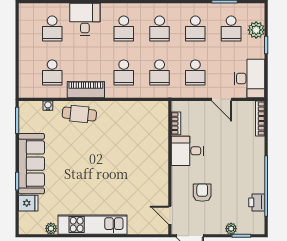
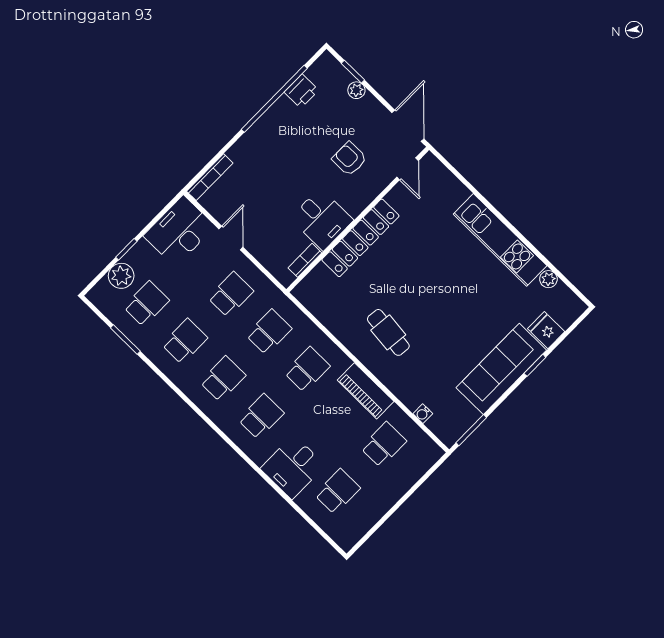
cafe table: (79, 114) -> (388, 332), moved
locker: (160, 160) -> (360, 238), added
armchair: (202, 193) -> (349, 159), turned 90

